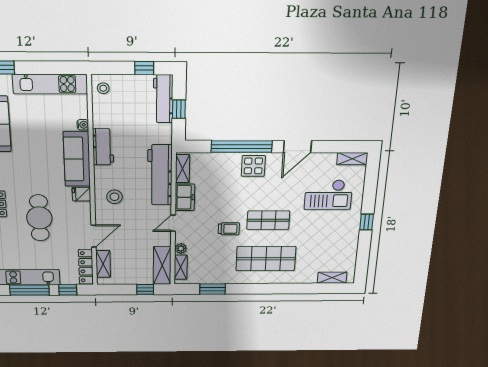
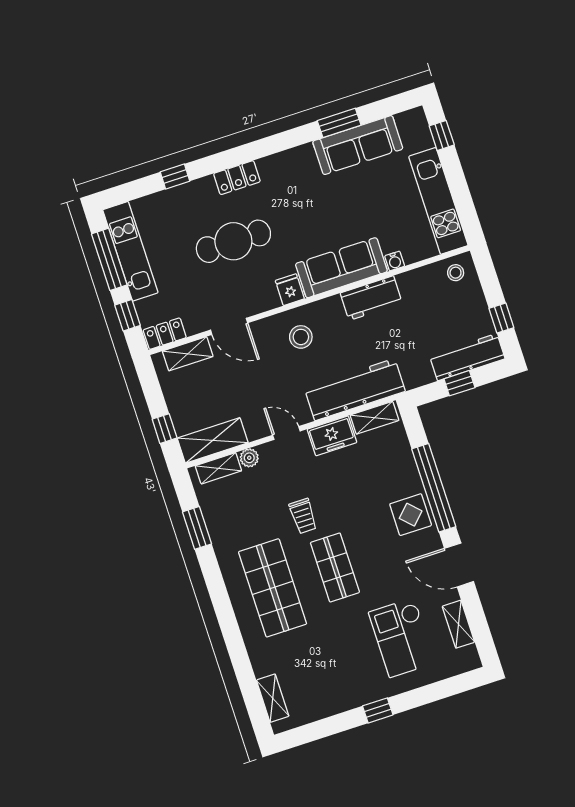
shelving: (352, 159) -> (458, 624), moved
locker: (86, 267) -> (165, 334), width x0.66

